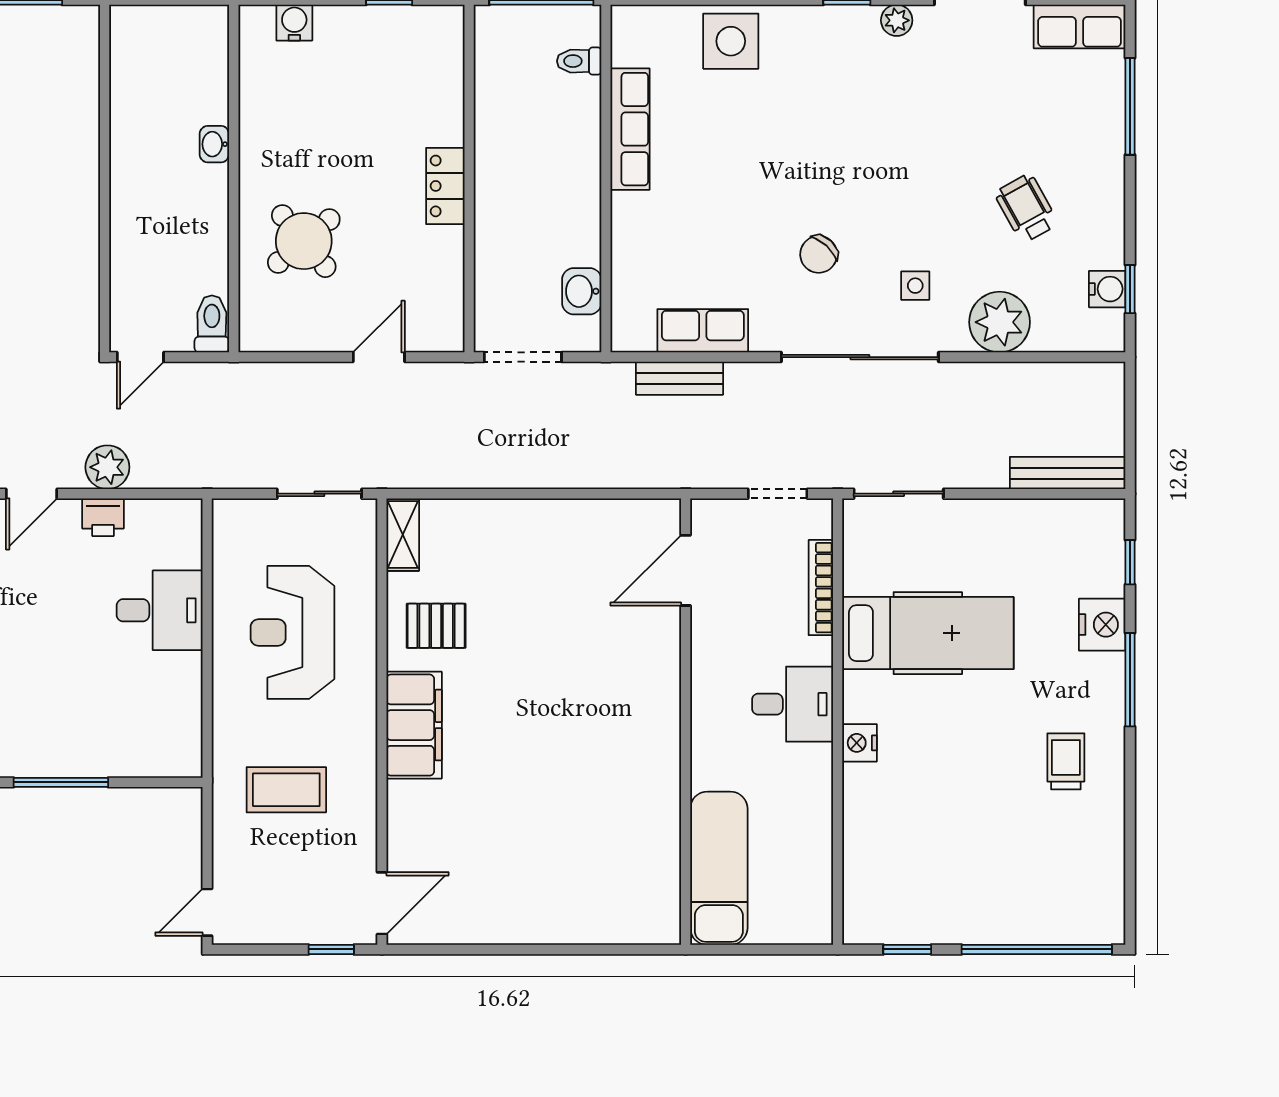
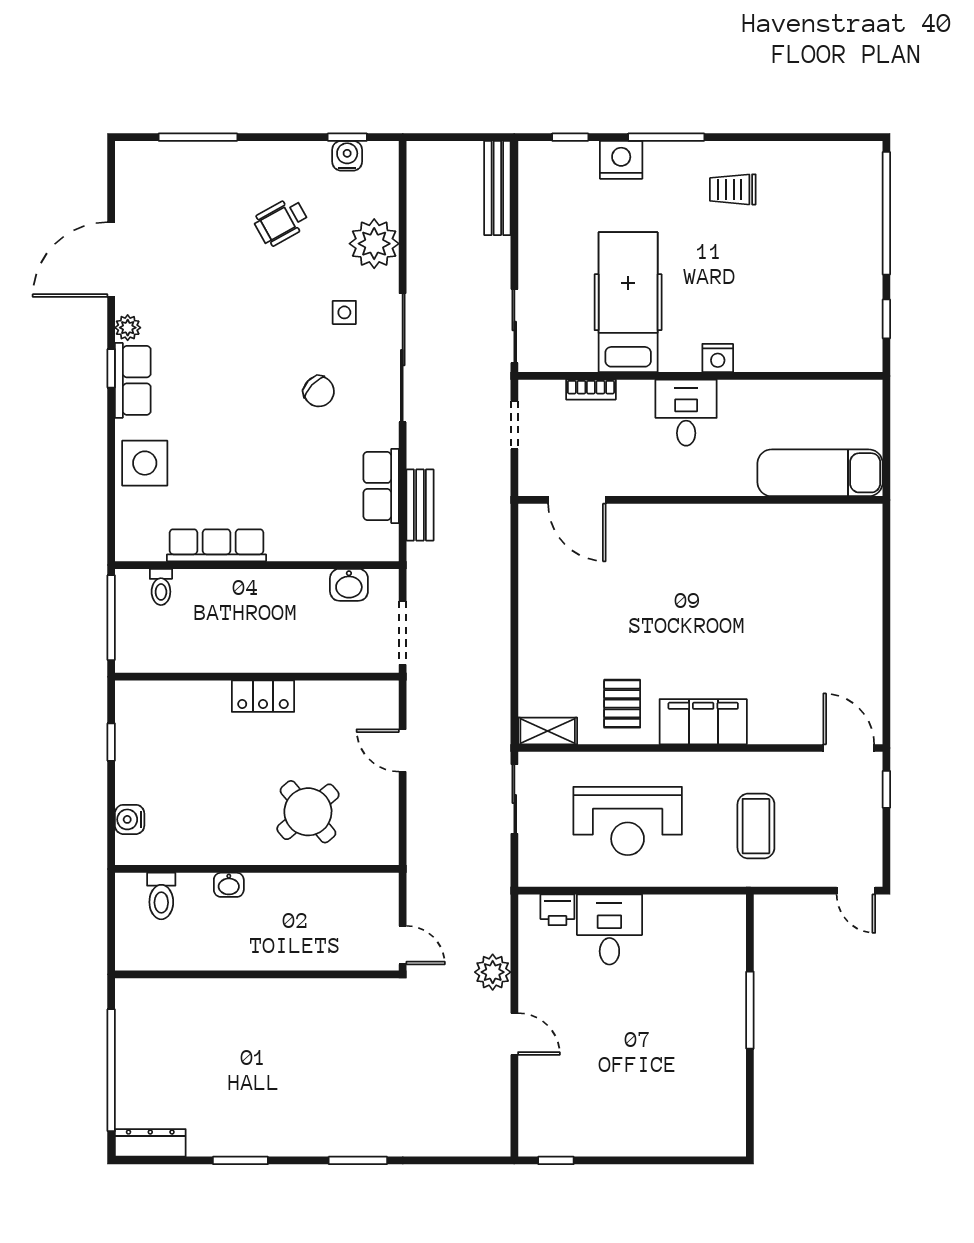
row of seats: (1080, 27) -> (133, 380), moved
toilet: (212, 324) -> (161, 896), moved, turned -90
printer: (103, 517) -> (557, 910), moved, turned 90
bookcase: (821, 588) -> (591, 390), width x0.64

